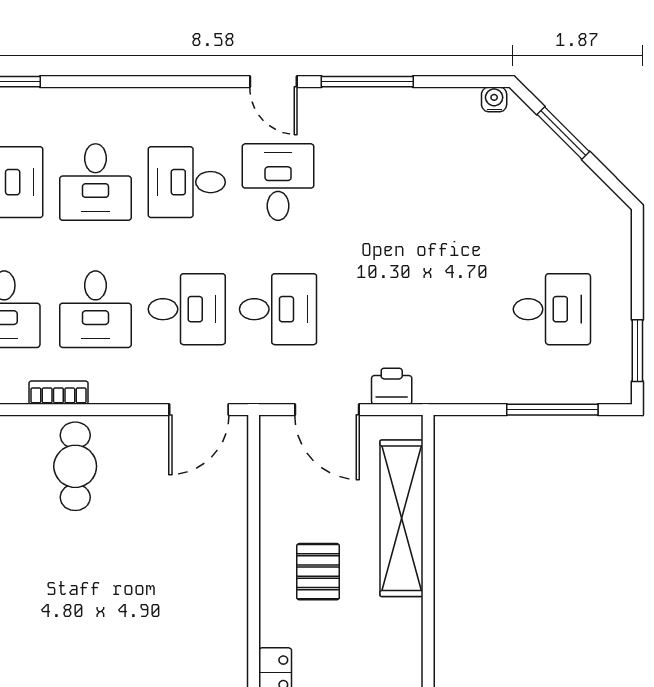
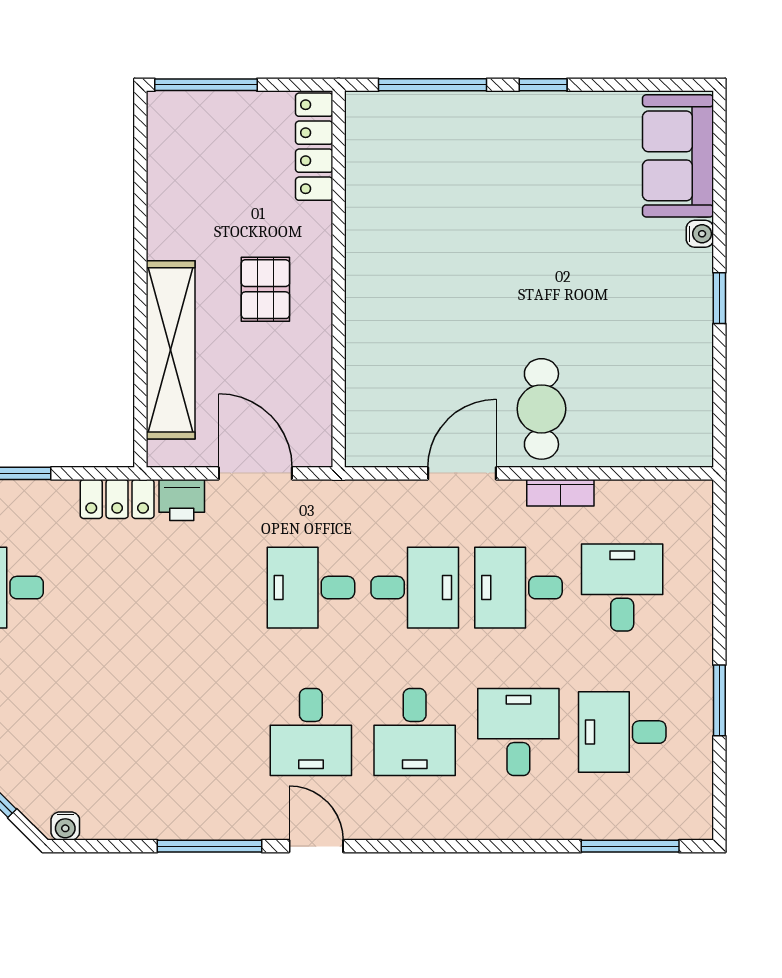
desk: (187, 182) -> (415, 732), turned 90
desk: (95, 309) -> (518, 588), turned -90
desk: (187, 309) -> (415, 588), turned 180
locker: (449, 387) -> (117, 499), added
door: (199, 410) -> (462, 473), moved

